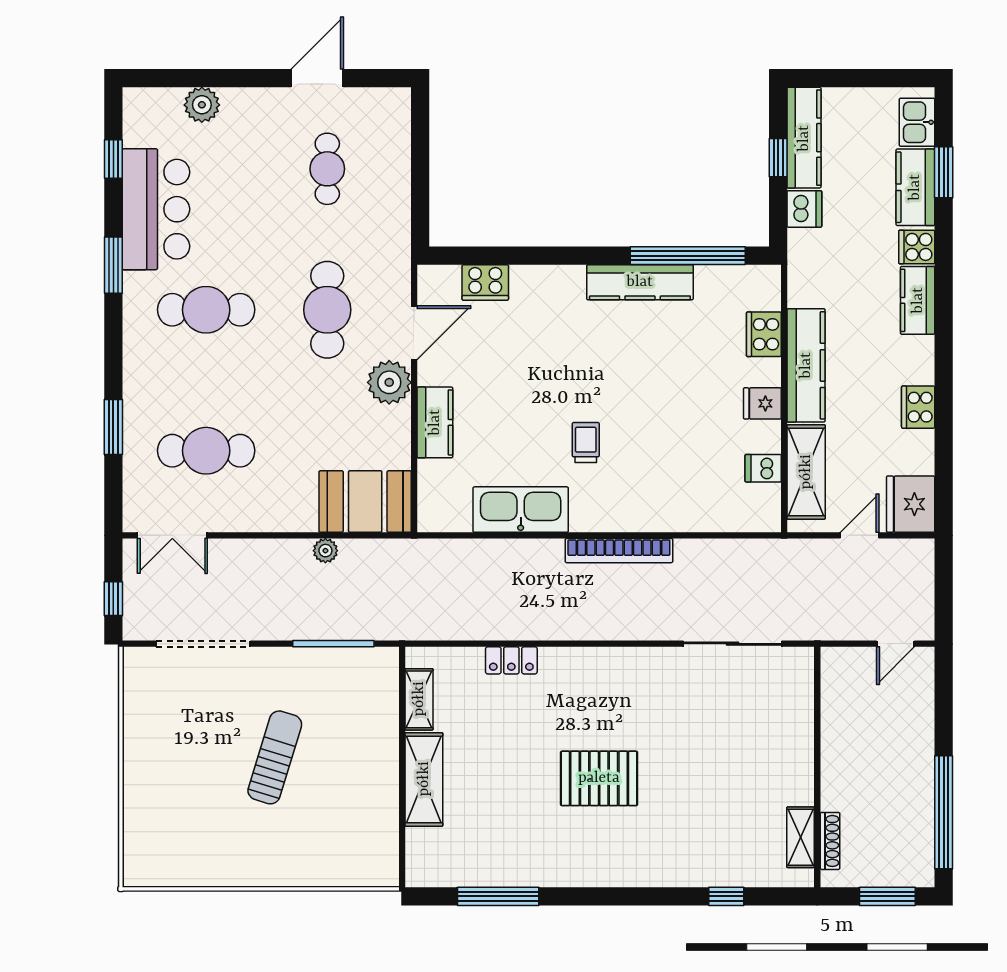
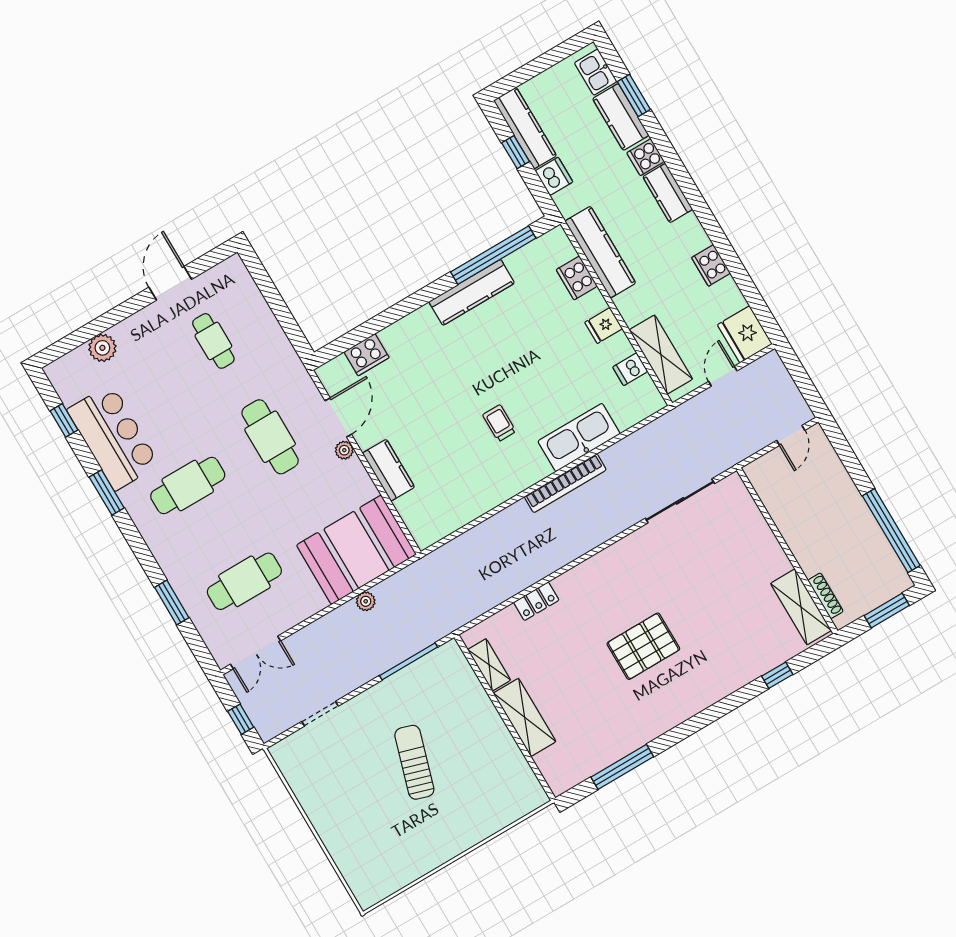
kitchen counter: (806, 365) -> (600, 252), moved
plant: (389, 382) -> (344, 450), width x0.53, depth x0.53
booth: (365, 501) -> (356, 550), width x1.36, depth x1.42
kitchen sink: (521, 510) -> (579, 437), moved
doorway: (203, 644) -> (320, 714), width x0.53
shelving: (801, 837) -> (801, 607), width x1.50, depth x1.33

